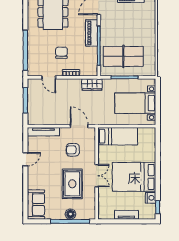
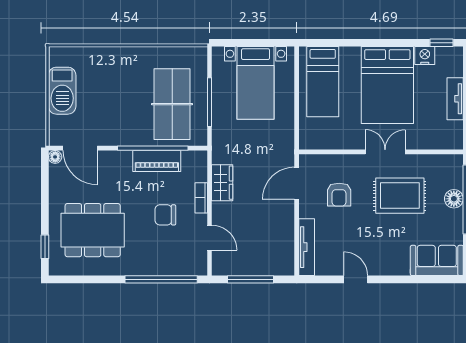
piano: (92, 33) -> (157, 161), moved
door: (49, 77) -> (209, 238), hinge flipped
wardrobe: (92, 85) -> (222, 183), moved
bed: (118, 136) -> (323, 82), moved, turned 180

